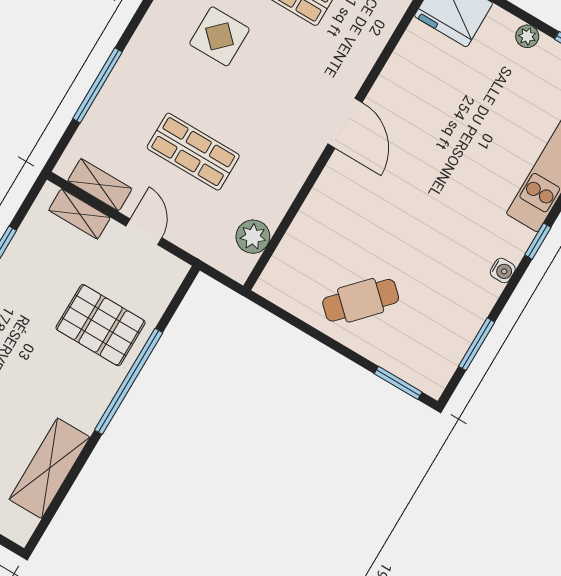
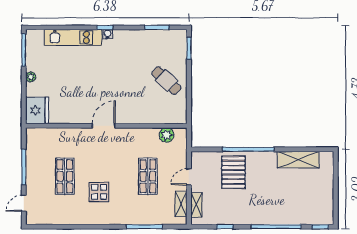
water cooler: (503, 271) -> (108, 34), moved

